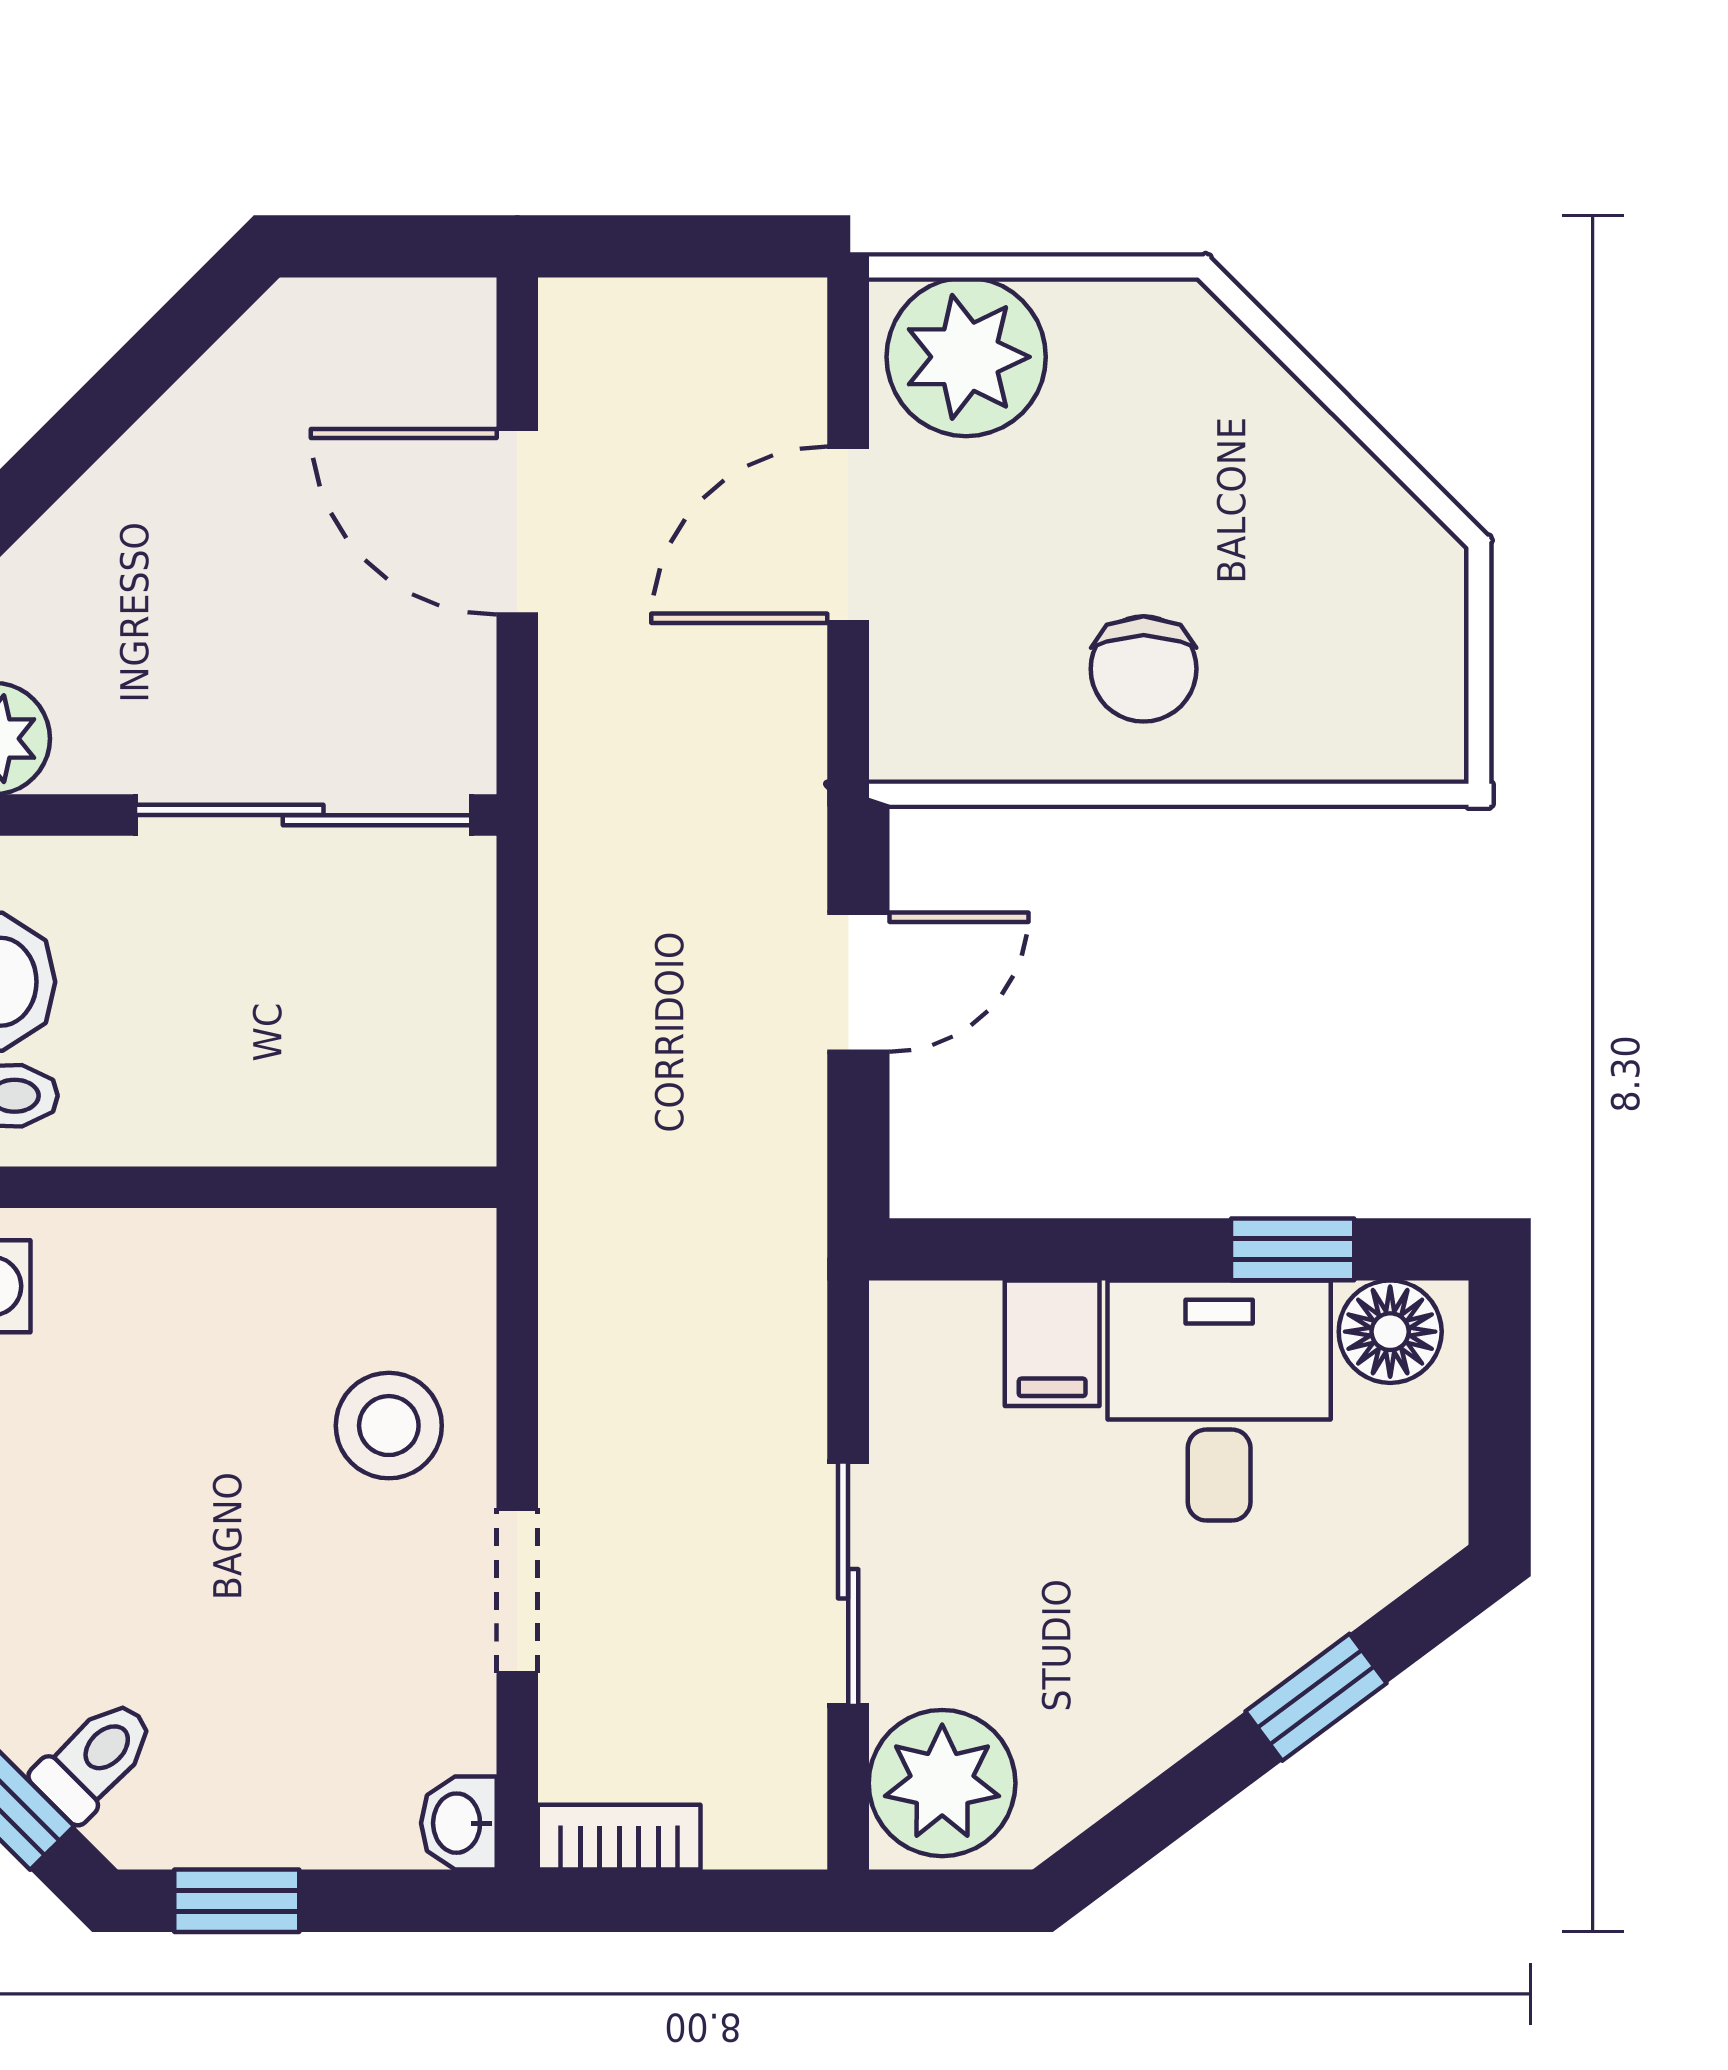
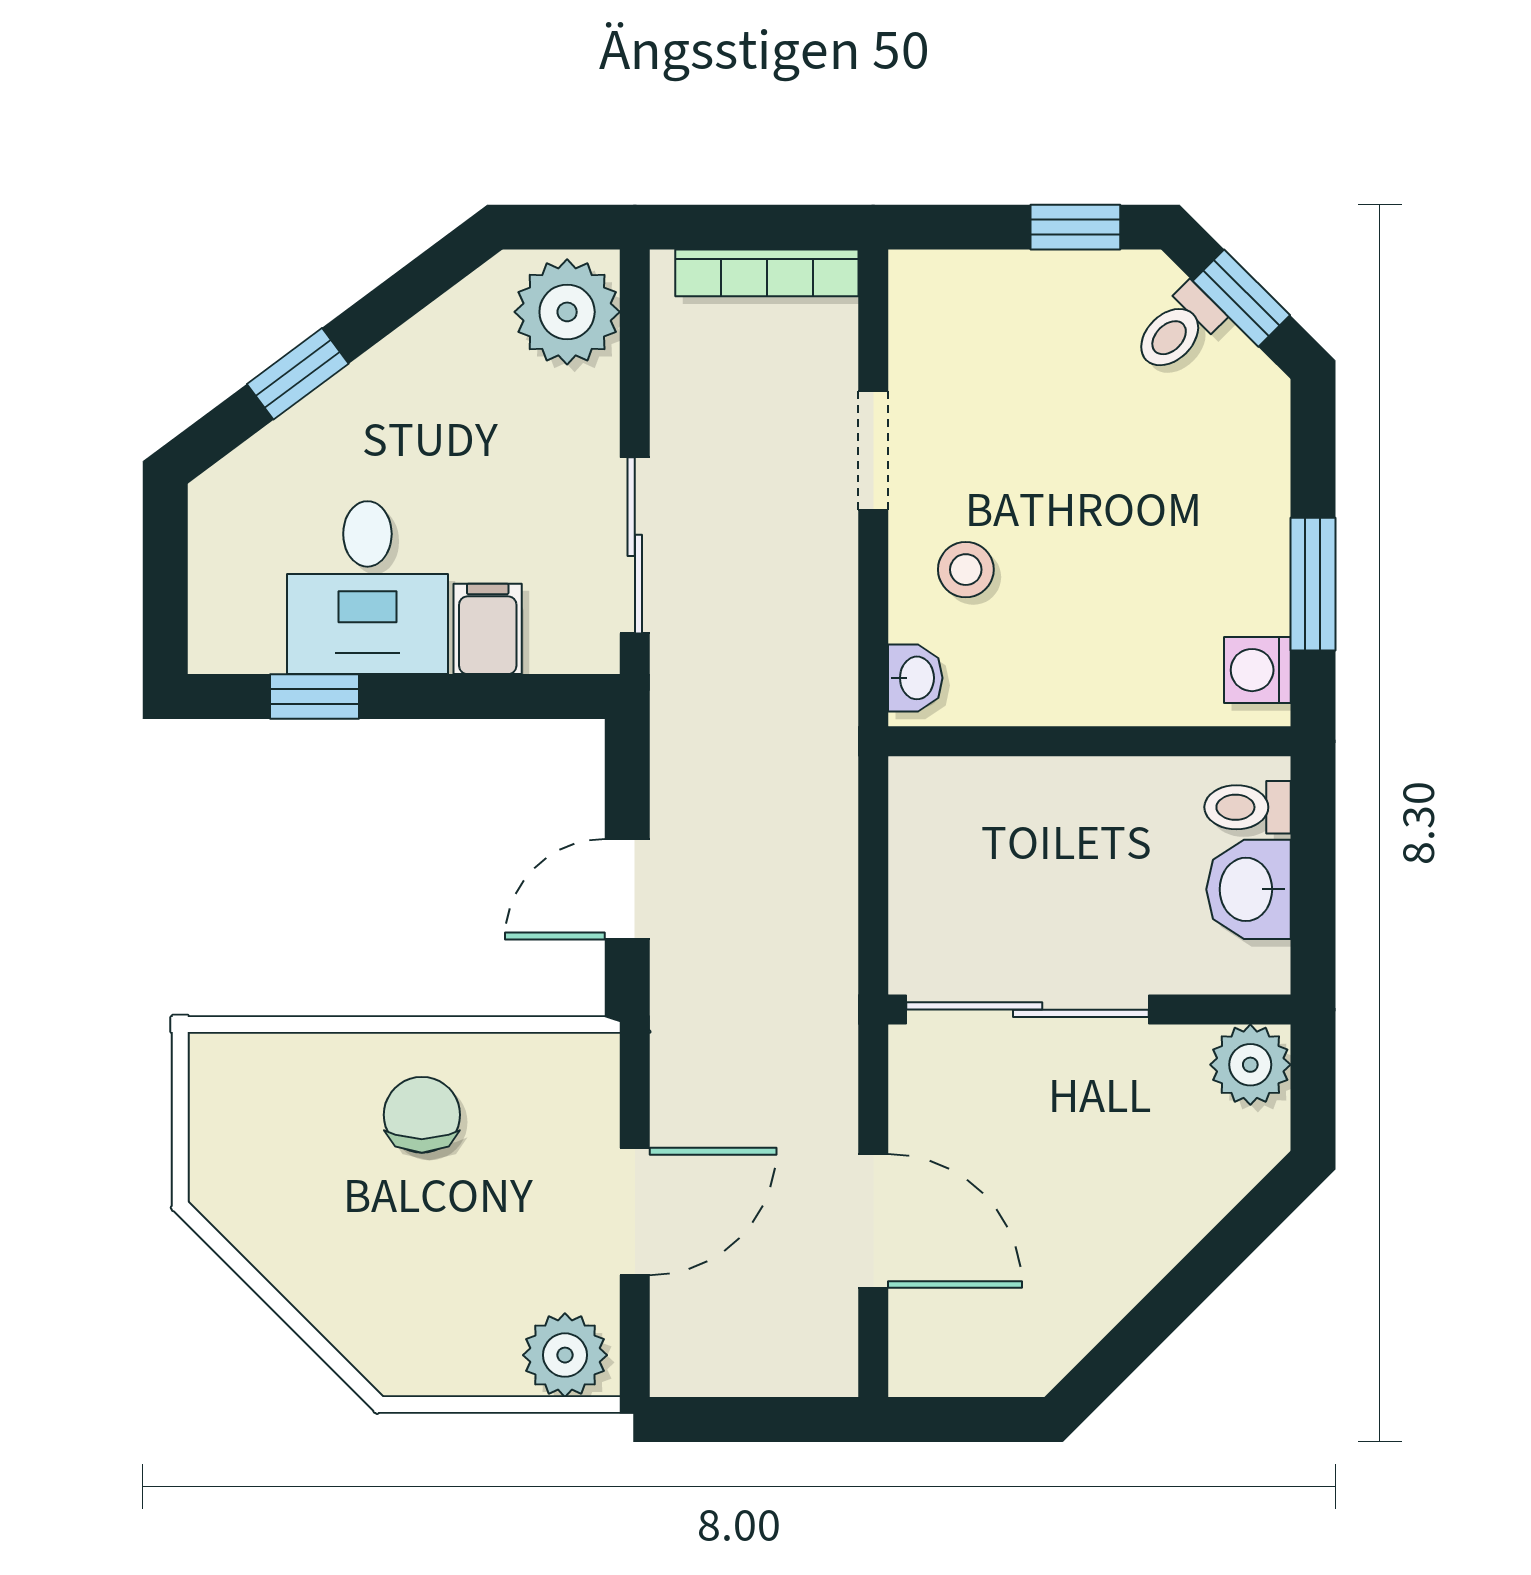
plant: (966, 357) -> (565, 1355), width x0.73, depth x0.73
floor lamp: (1390, 1332) -> (244, 637), removed
stool: (389, 1426) -> (966, 570), width x0.73, depth x0.73
sliding door: (848, 1584) -> (635, 545), moved
washbasin: (459, 1823) -> (915, 678), moved
bookcase: (619, 1837) -> (767, 273), width x1.56

